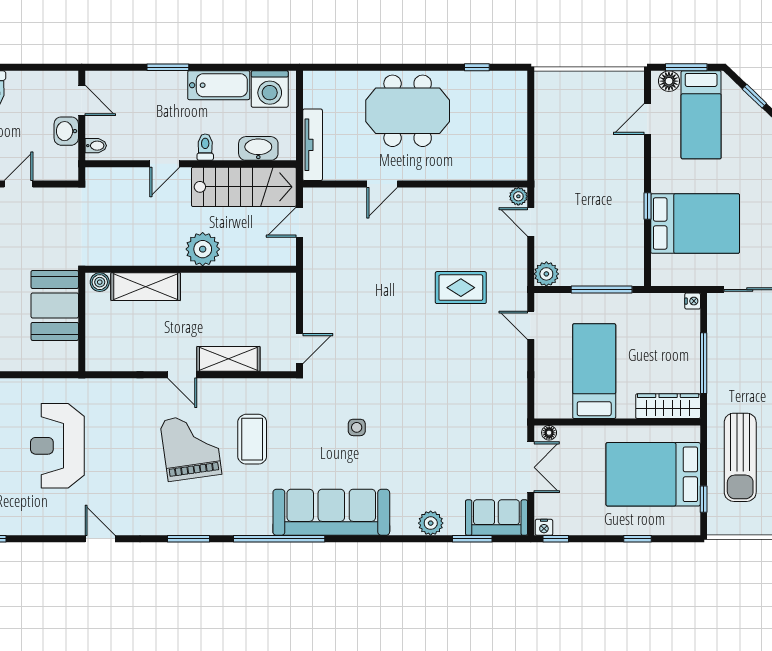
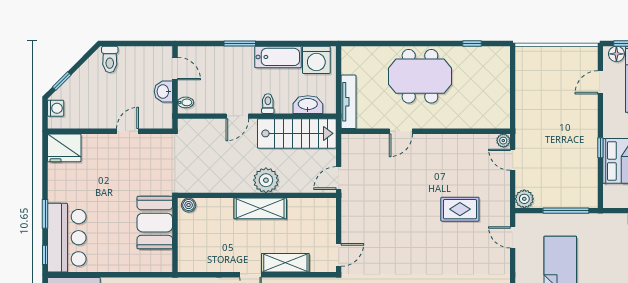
door: (299, 222) -> (339, 178), moved
shelving: (146, 287) -> (260, 208), moved

